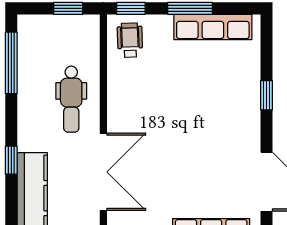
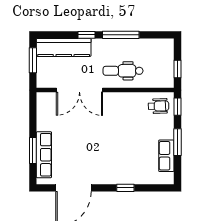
row of seats: (213, 27) -> (166, 156), width x0.68
window: (11, 63) -> (121, 35), moved

